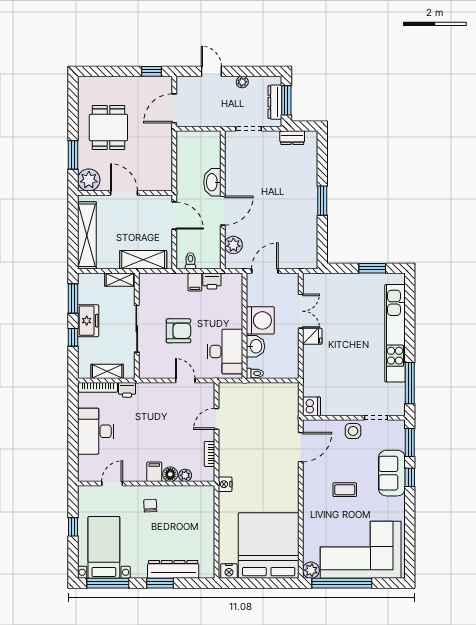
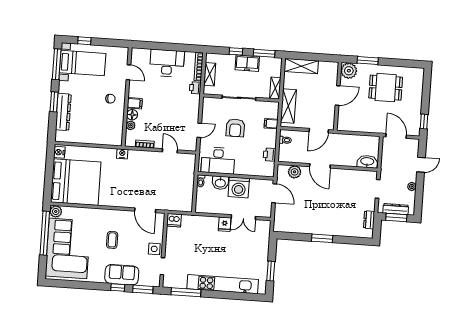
washbasin: (212, 182) -> (367, 162), moved
shelving: (87, 235) -> (301, 66), width x0.68
filing cabinet: (195, 282) -> (271, 124), moved
window: (73, 527) -> (84, 41), moved

